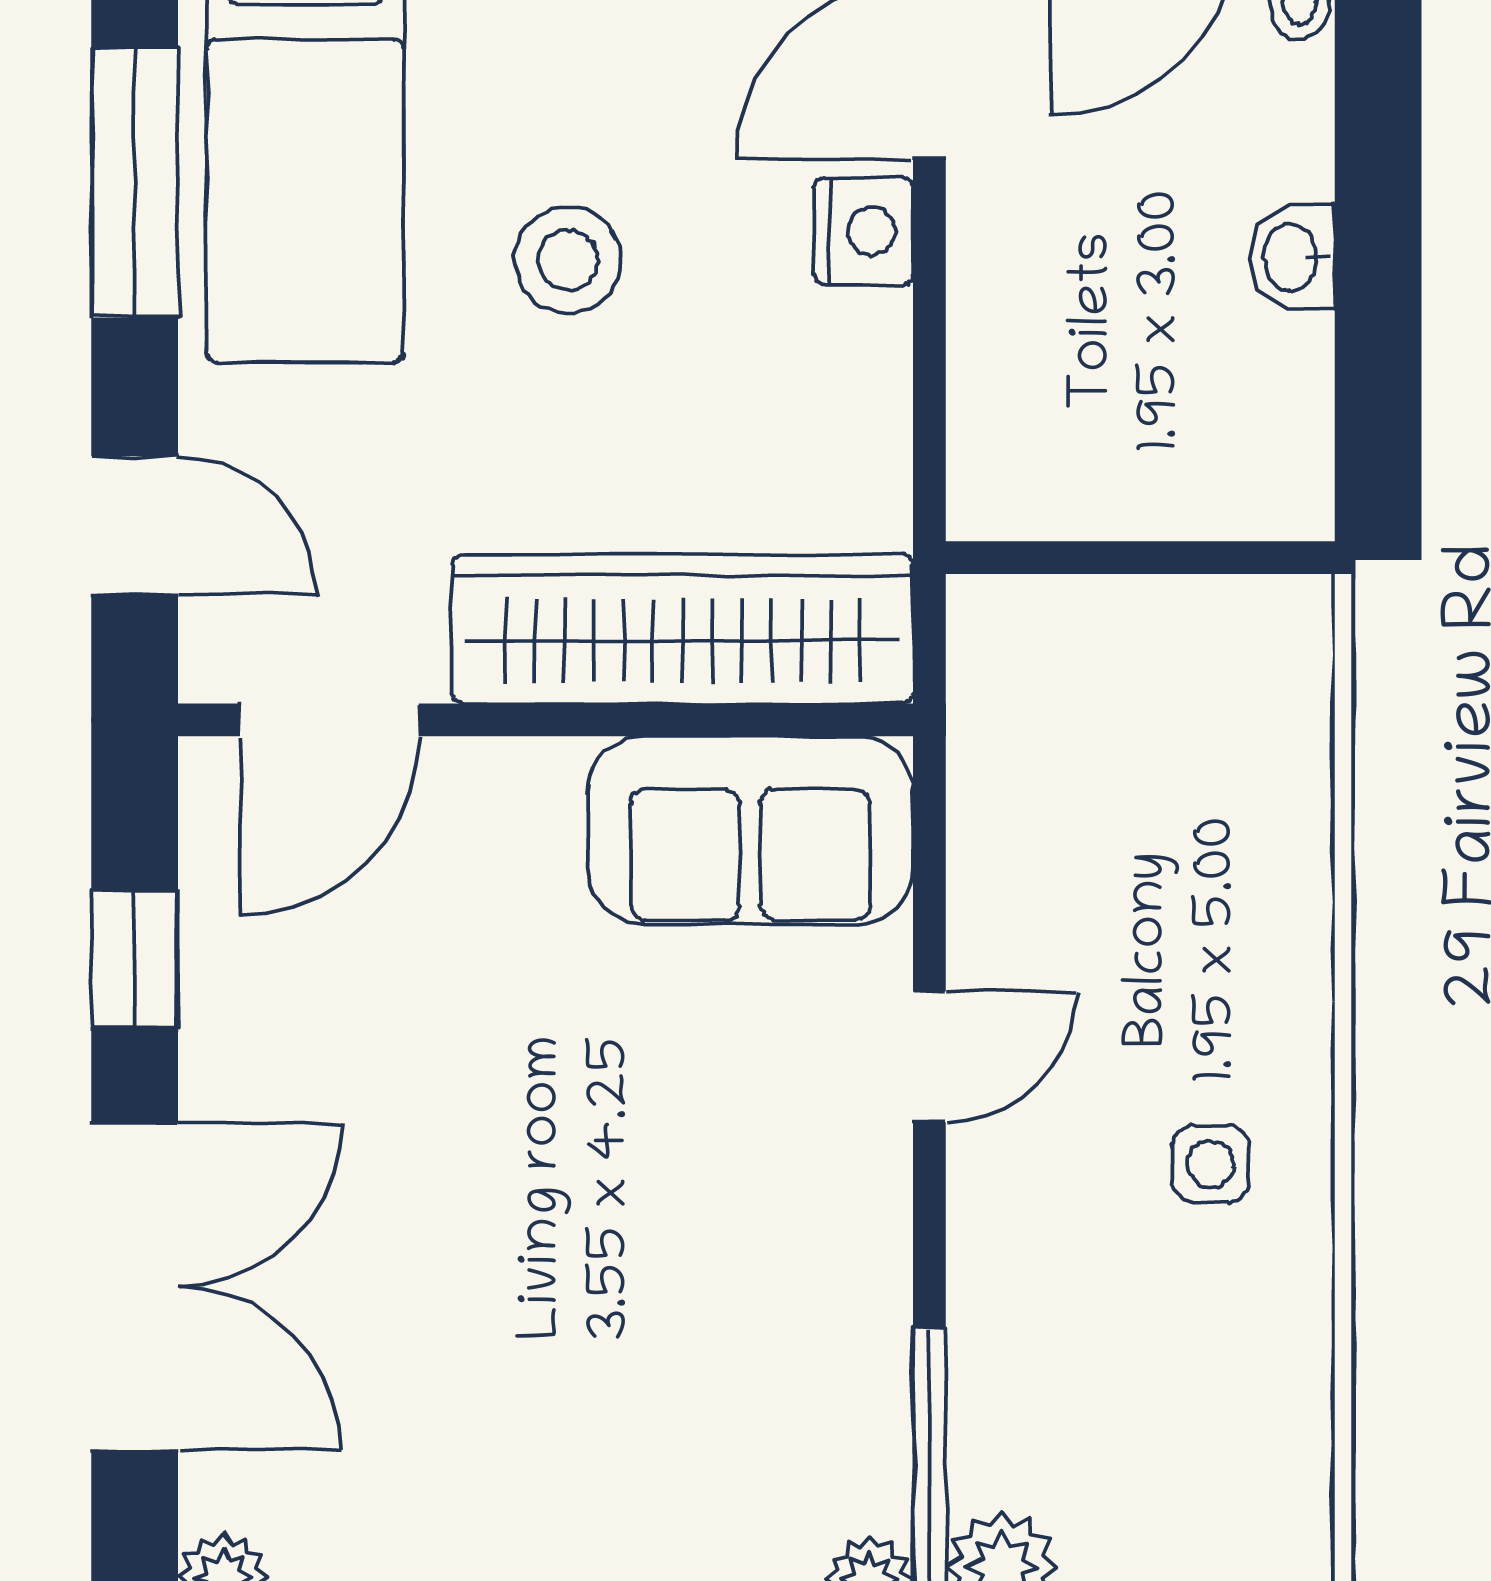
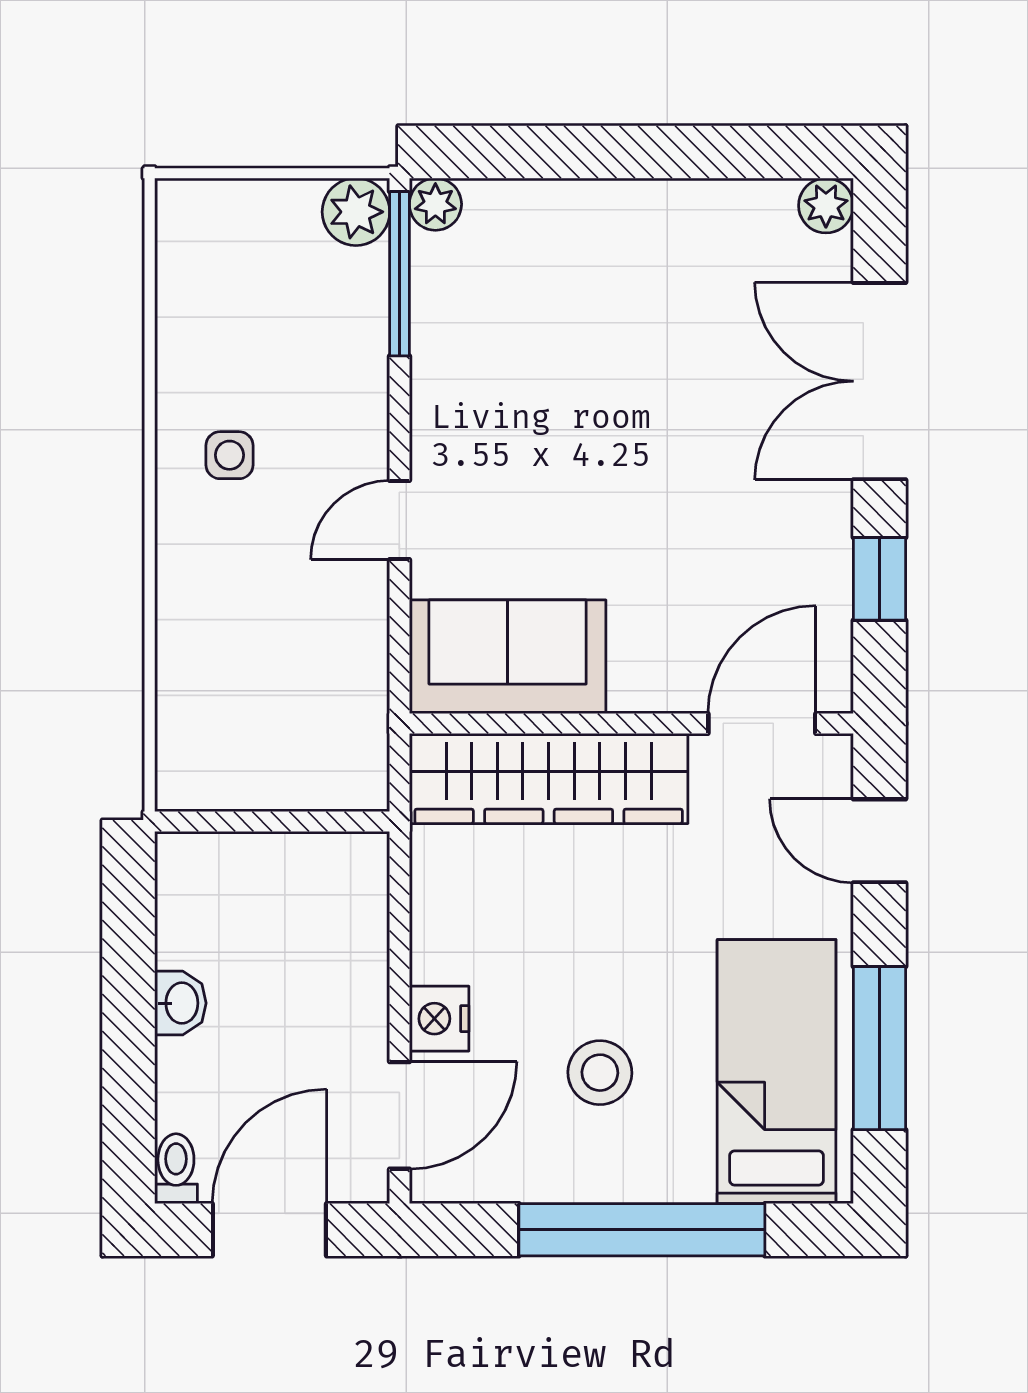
stool: (568, 260) -> (600, 1073), moved

